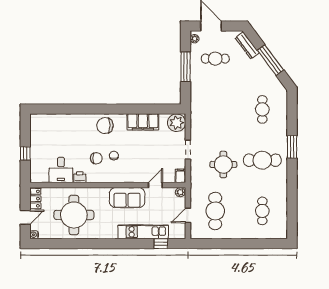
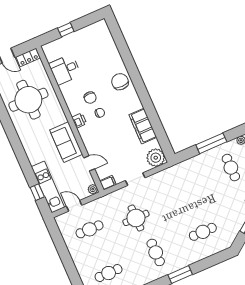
chair: (105, 126) -> (120, 82), moved
cafe table: (262, 160) -> (156, 252), width x0.73, depth x0.74
printer: (80, 177) -> (79, 120), moved
cafe table: (215, 211) -> (89, 229), width x0.73, depth x0.74
kitchen unit: (143, 232) -> (48, 187), moved

